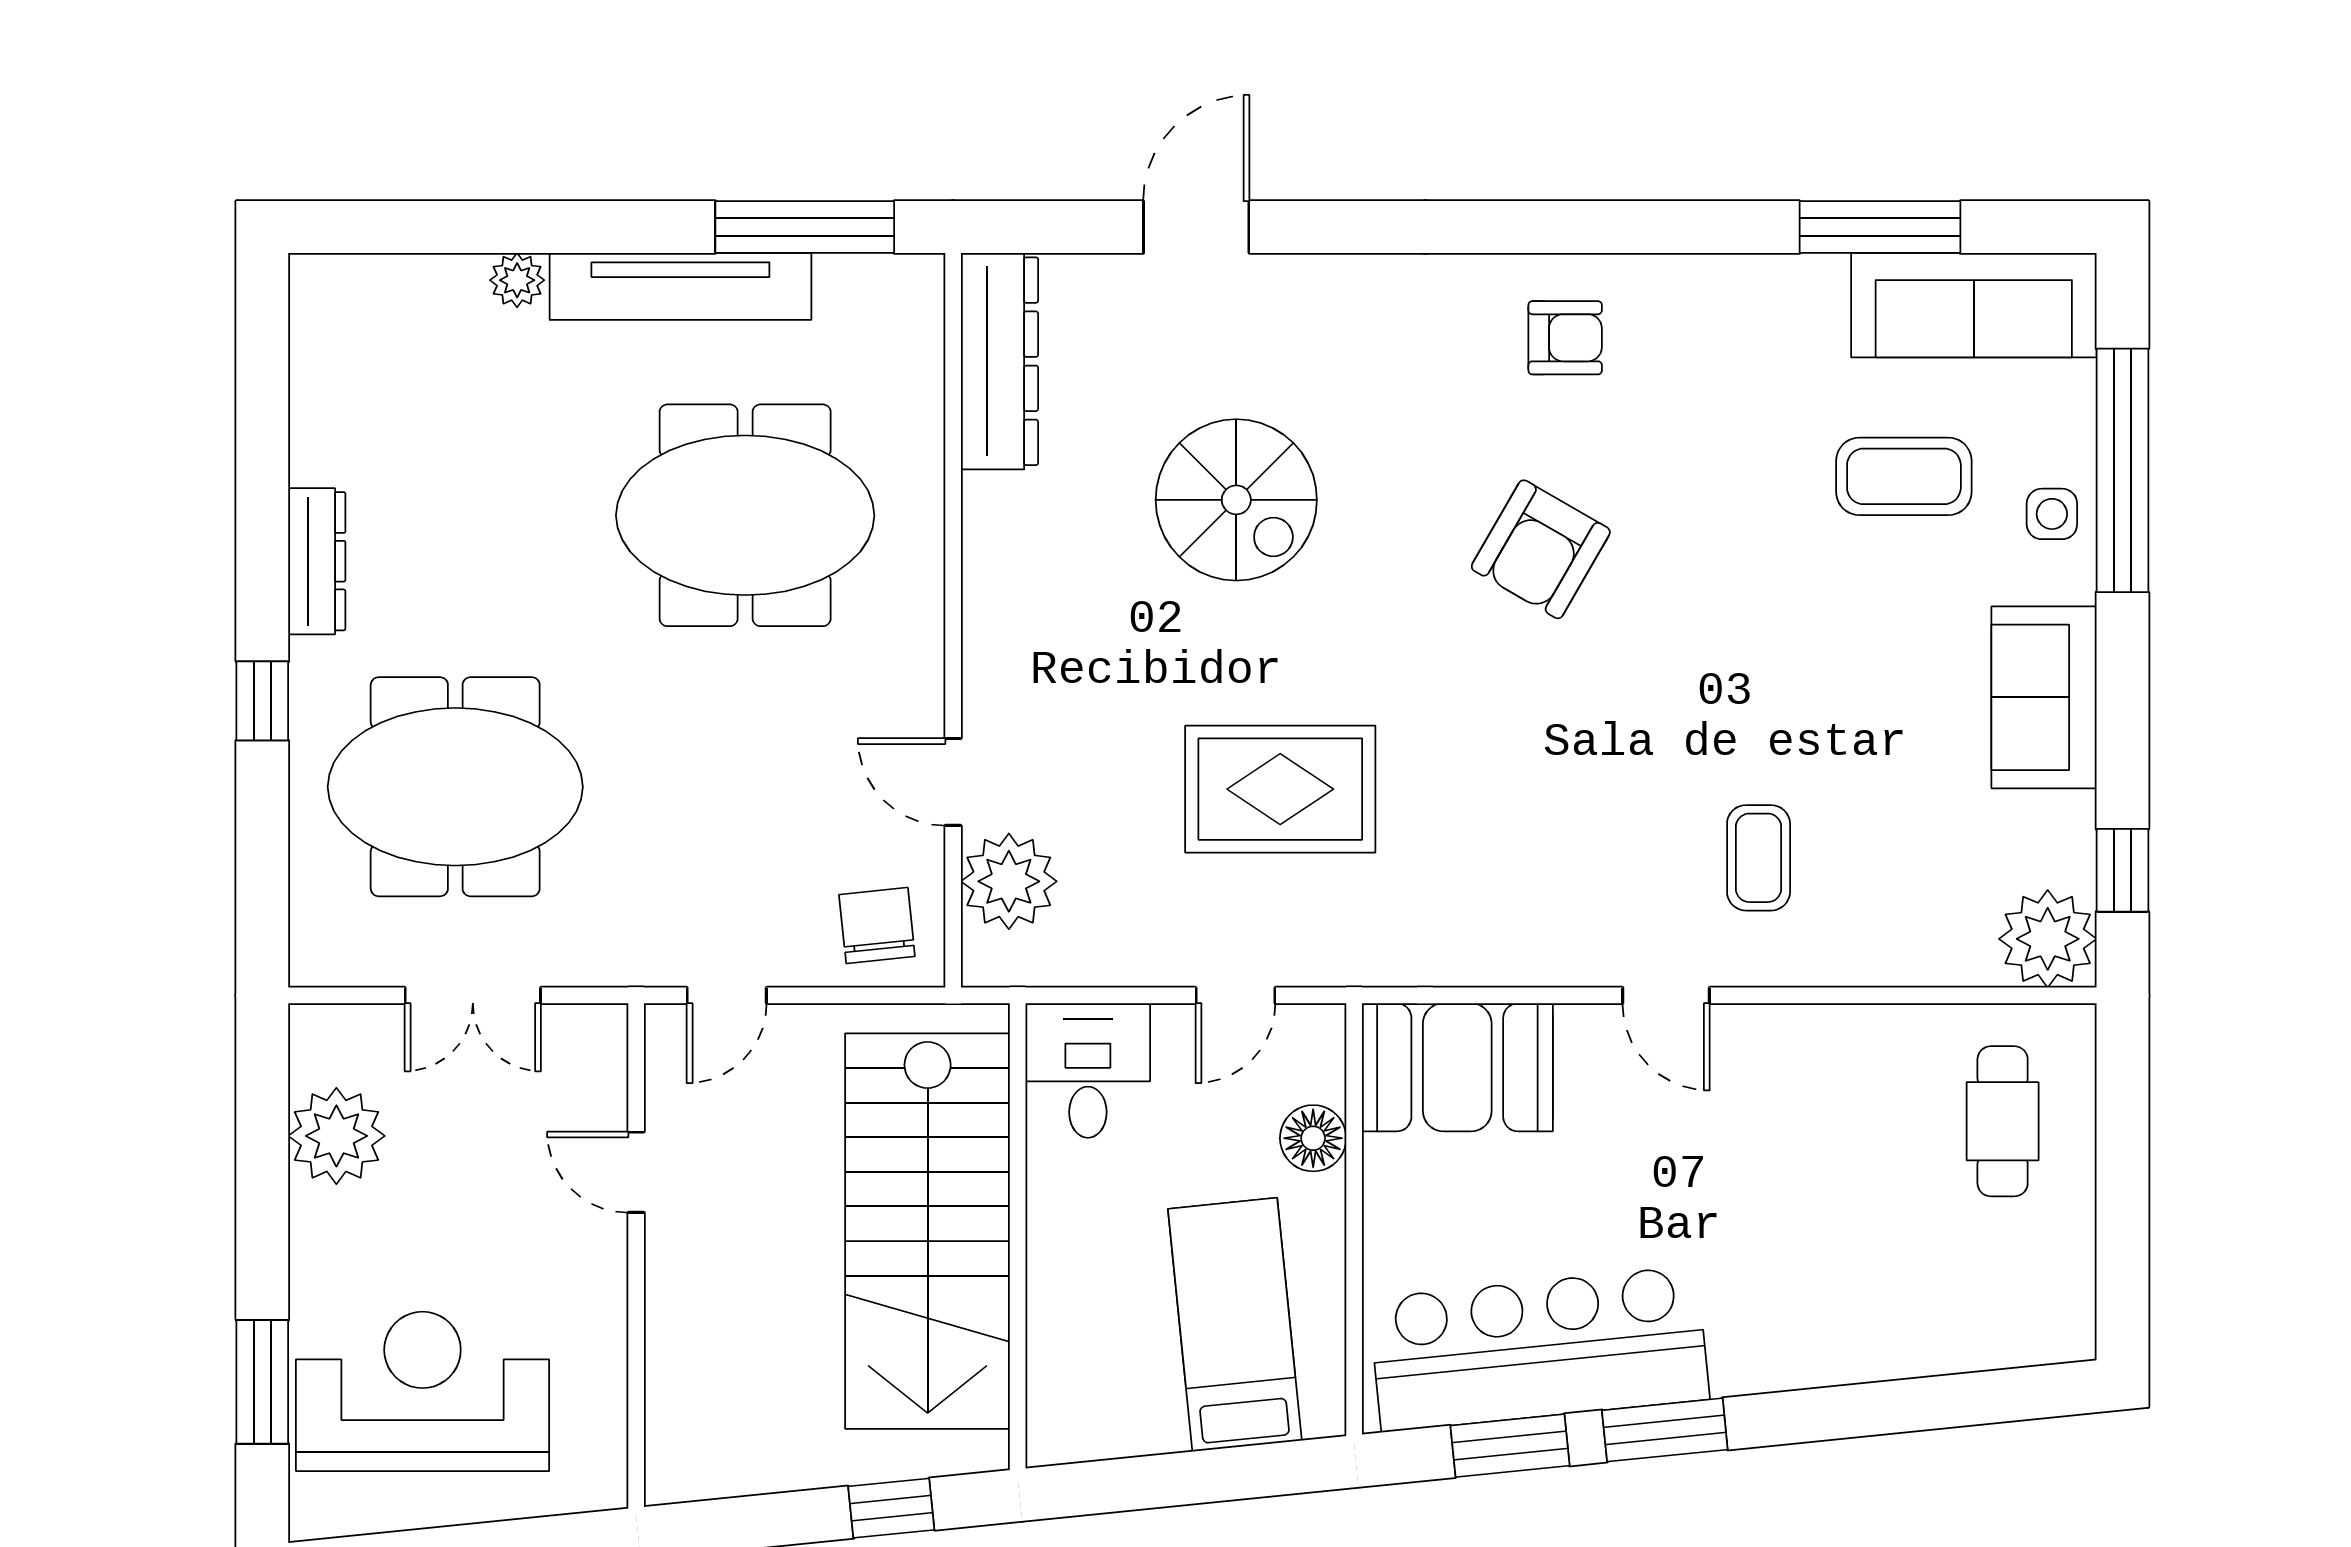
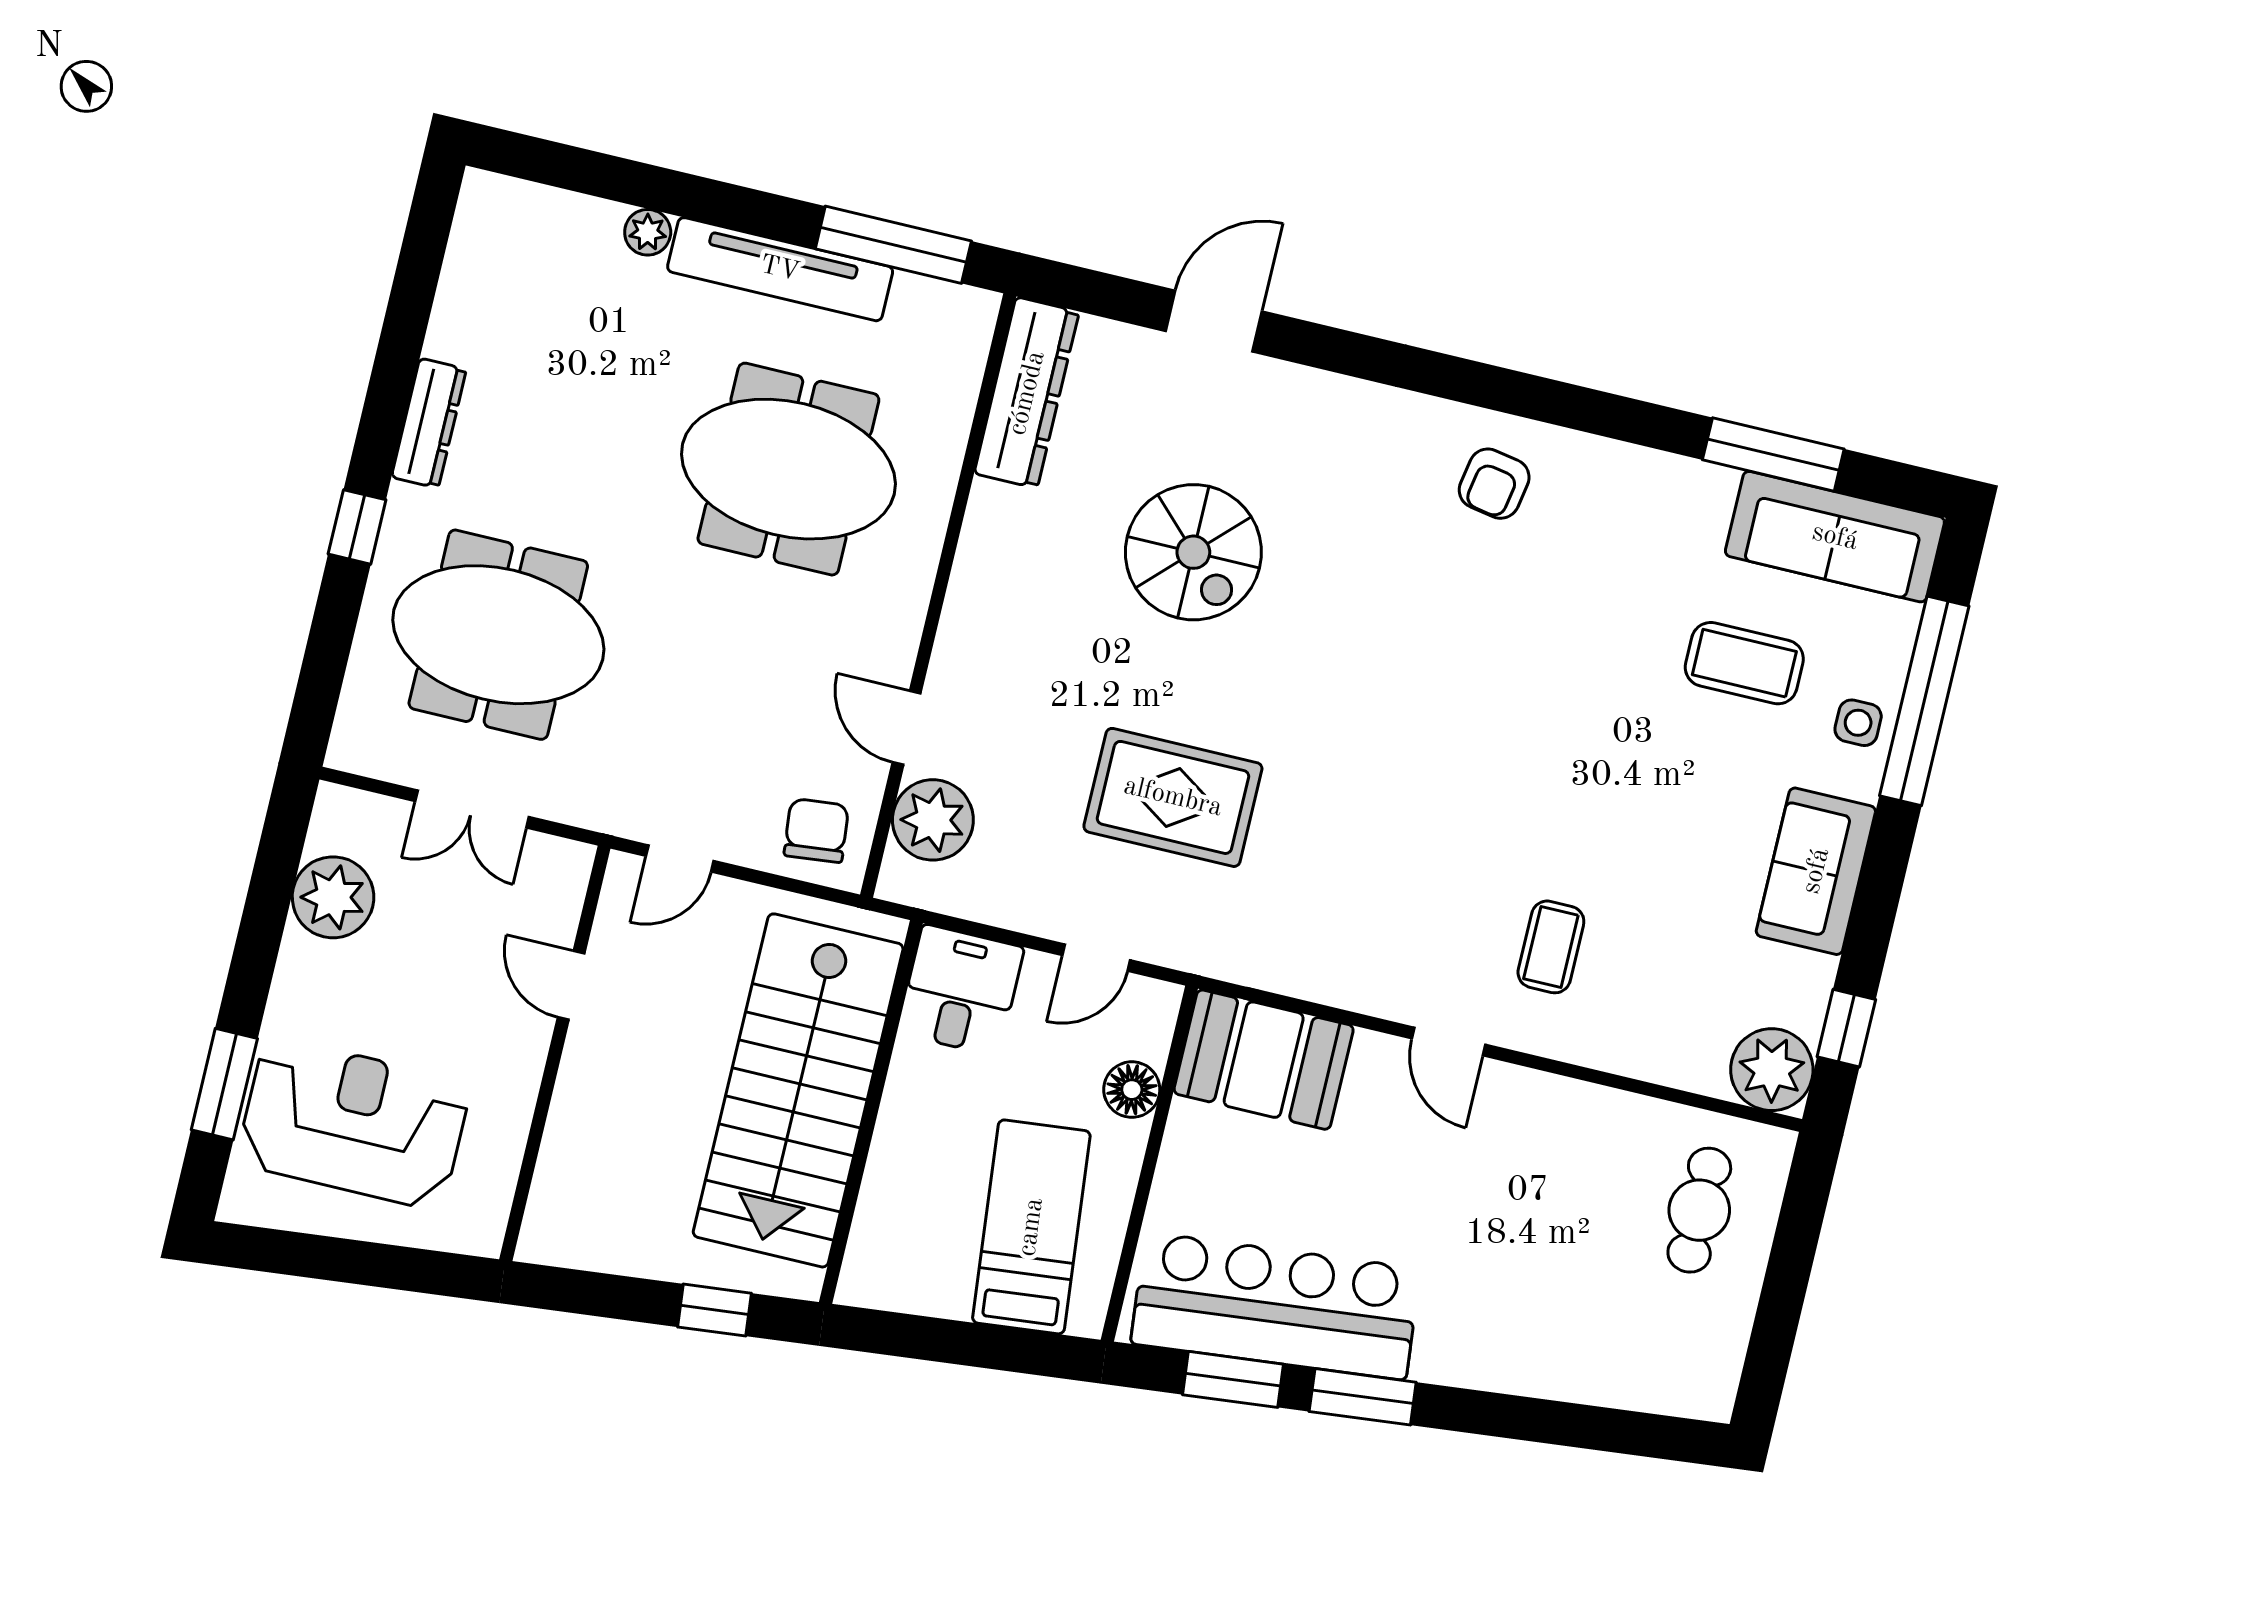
armchair: (1565, 338) -> (1494, 484), turned 100
armchair: (1541, 549) -> (1433, 652), removed

